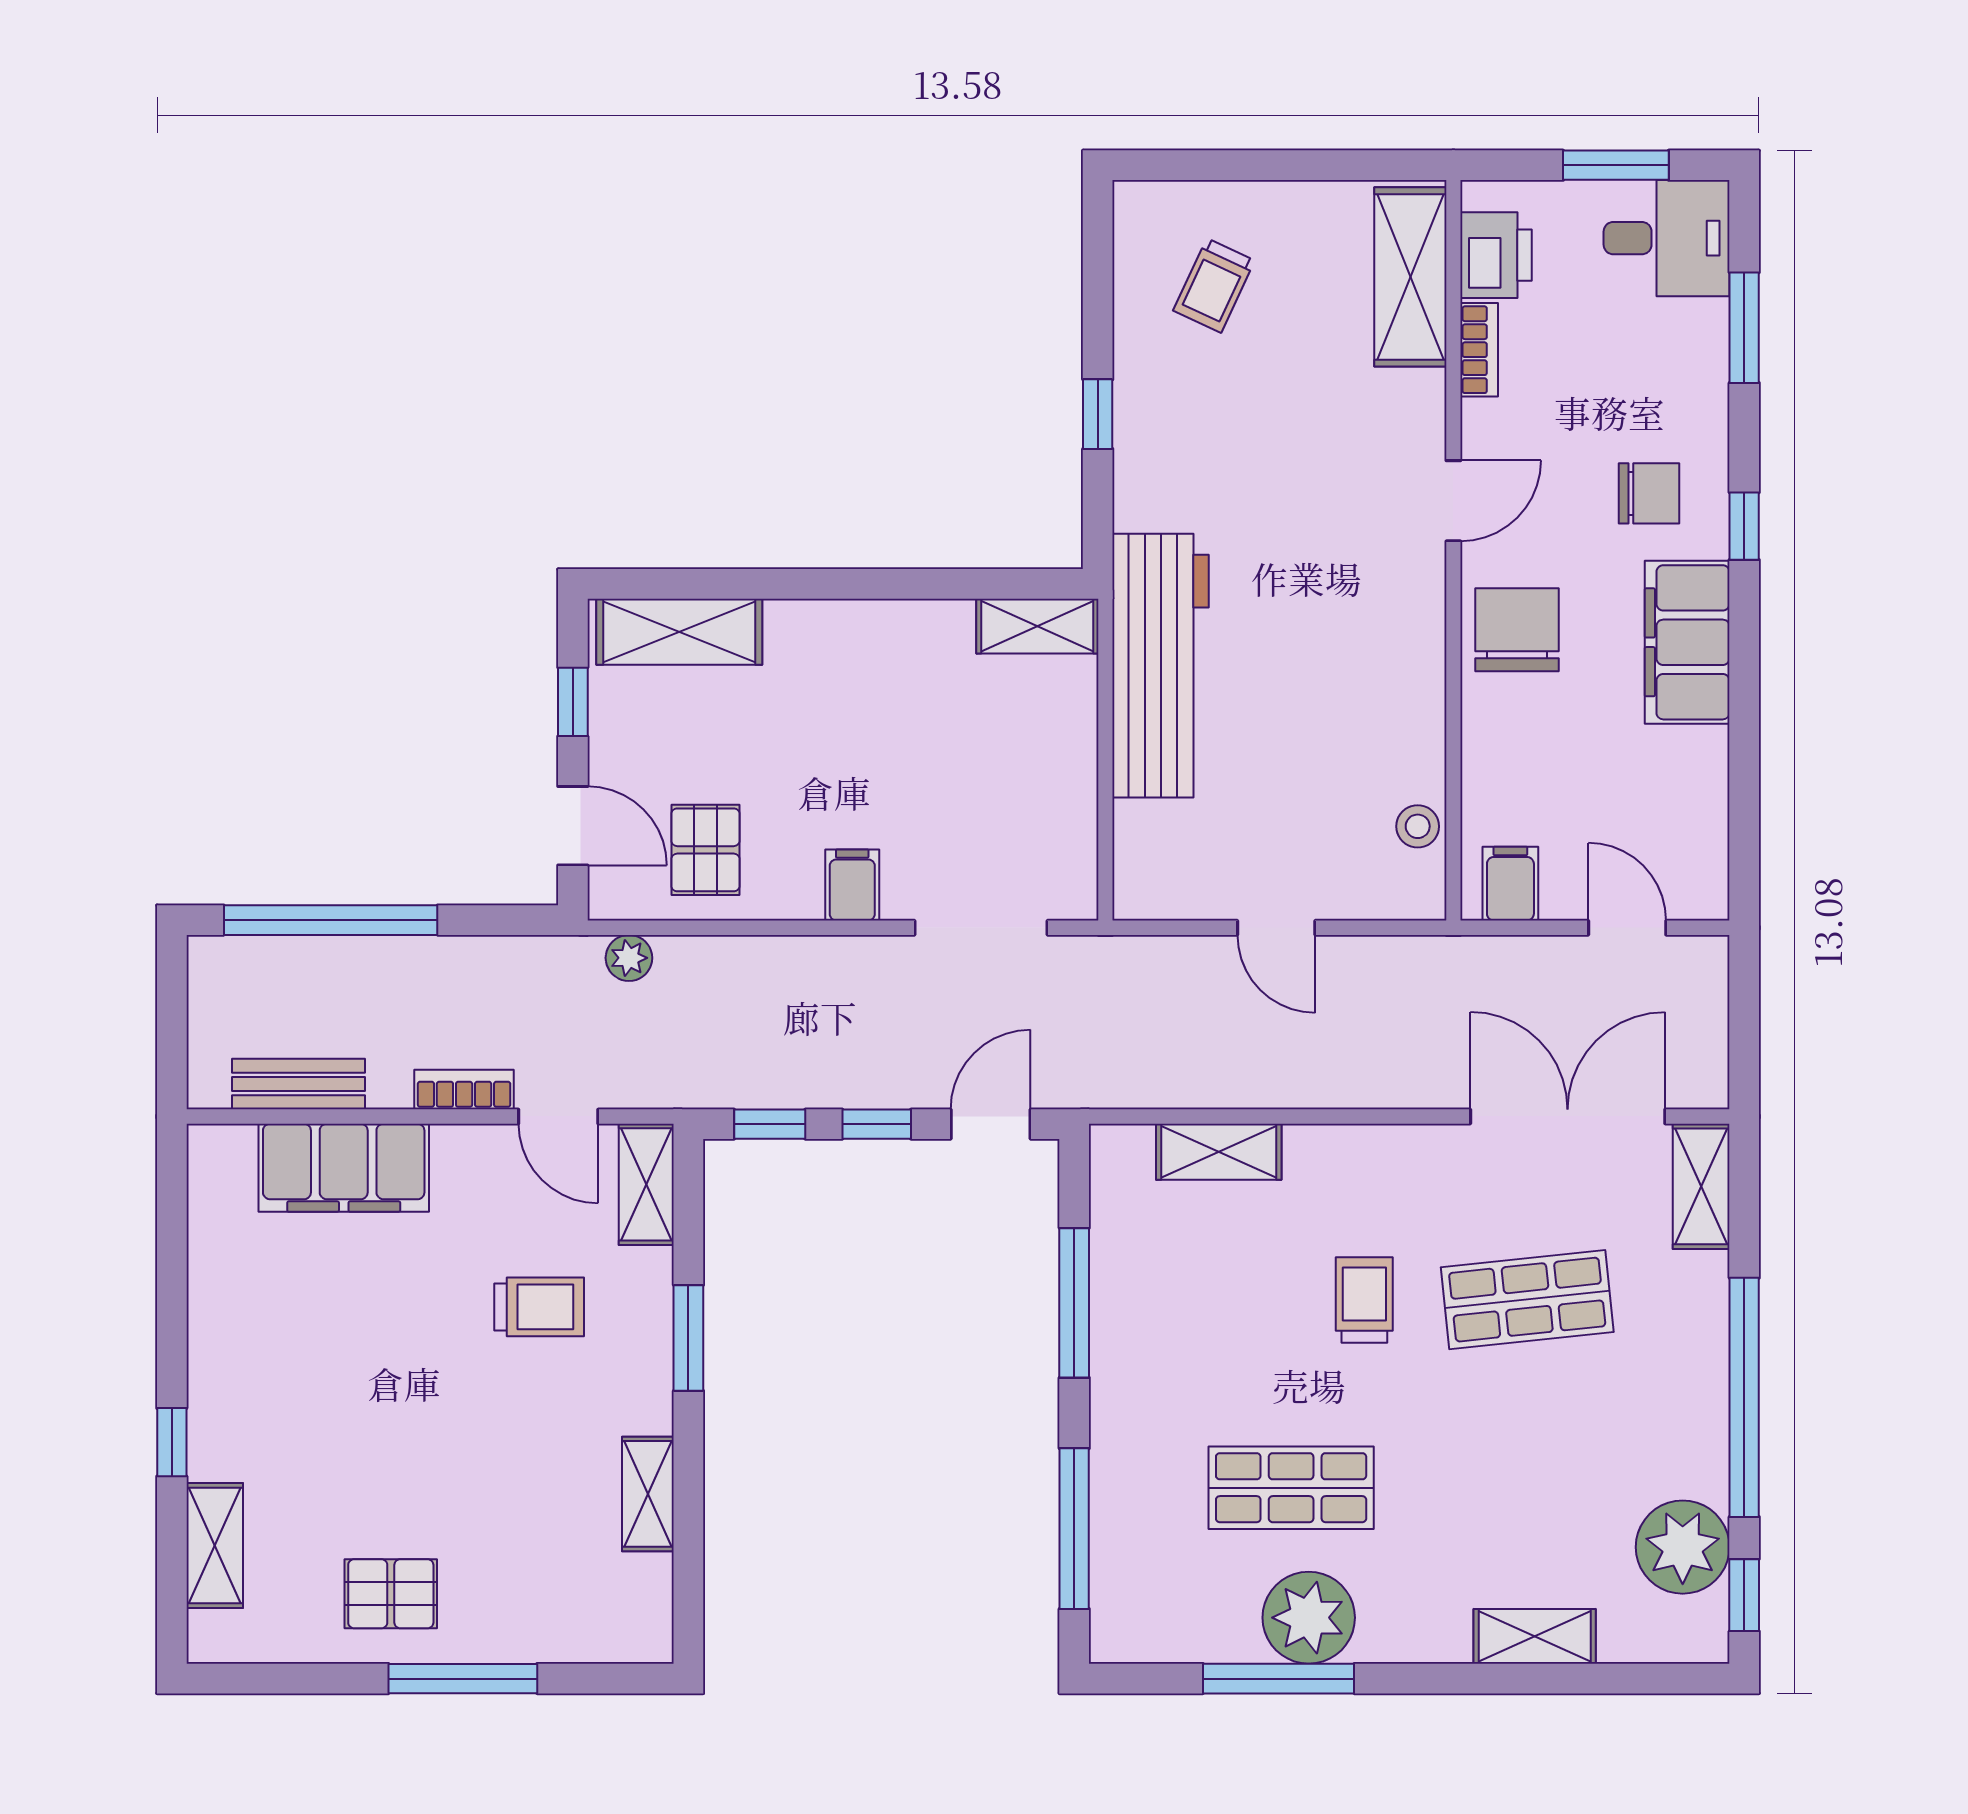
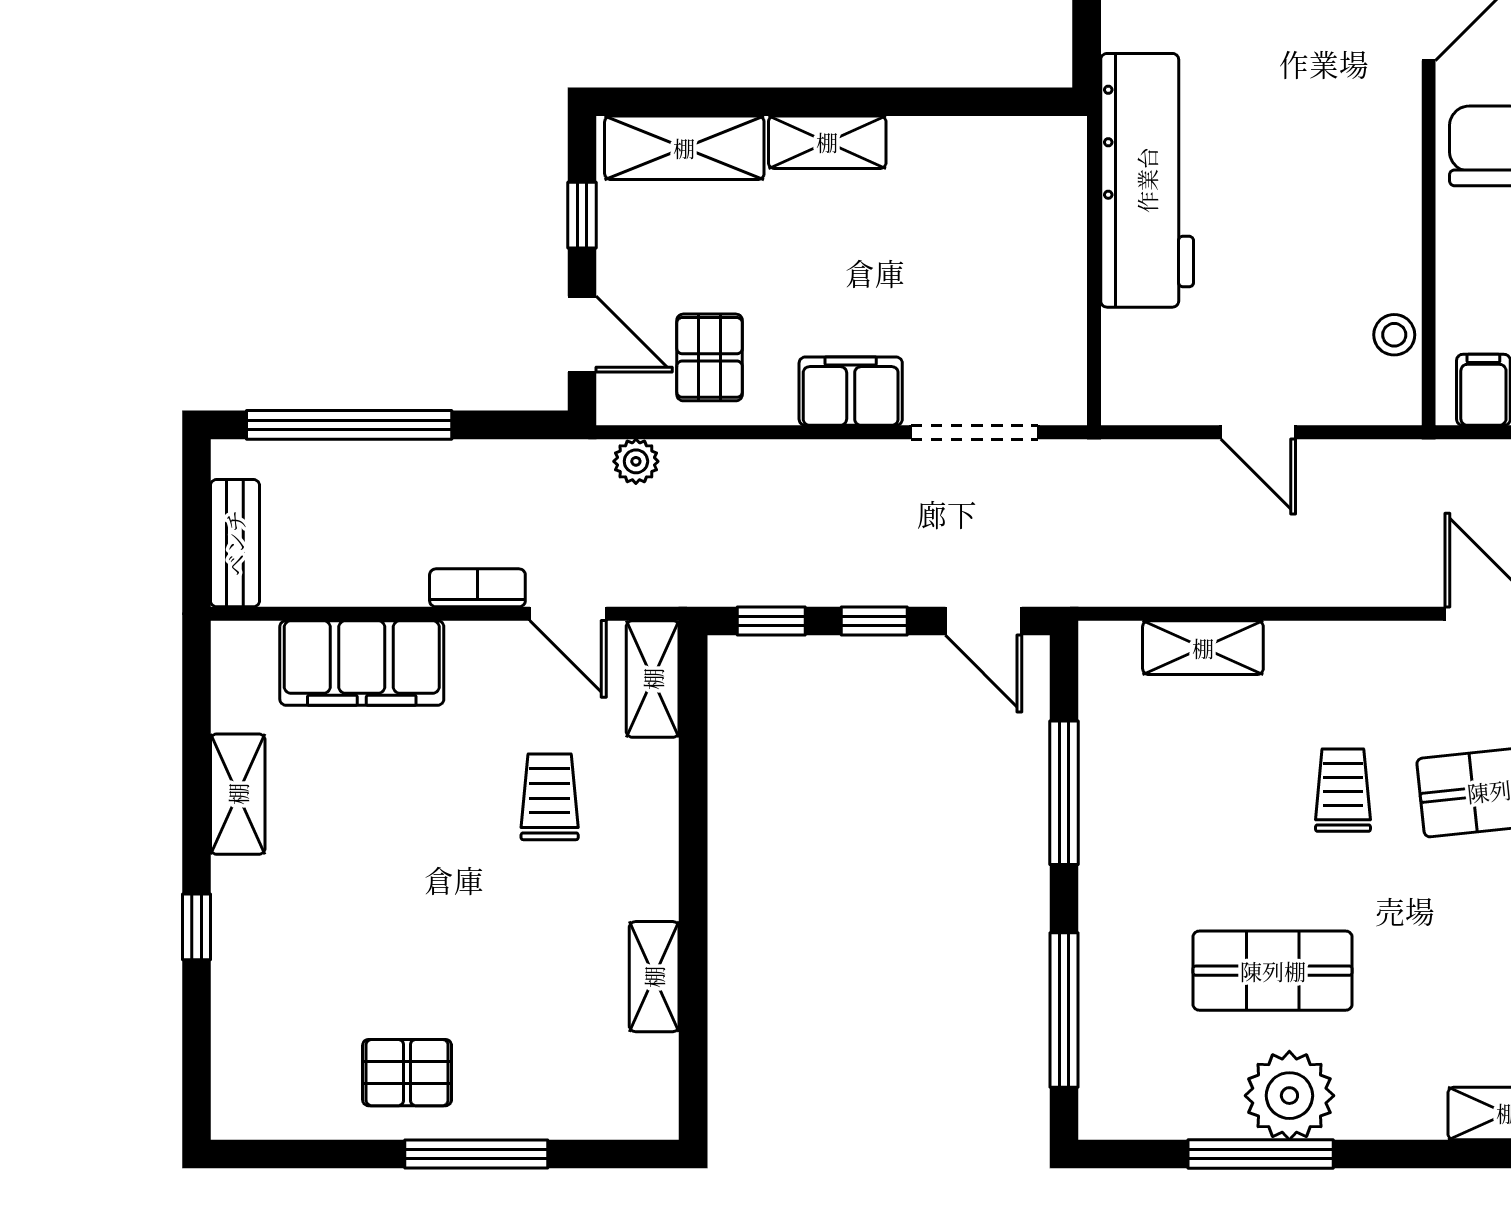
shelving: (1037, 626) -> (827, 142), moved
filing cabinet: (852, 885) -> (851, 391), width x2.00
bench: (299, 1084) -> (235, 543), moved, turned 90
door: (991, 1124) -> (984, 621), swing flipped
trolley: (539, 1307) -> (550, 797), turned -90
window: (688, 1338) -> (693, 827), removed
shelving: (215, 1546) -> (238, 794), moved

